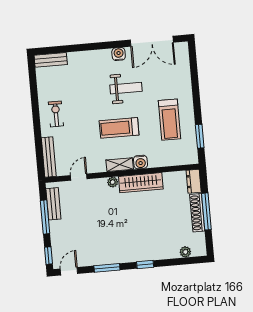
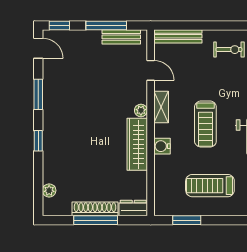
treadmill: (119, 128) -> (205, 124), turned 180
shelving: (120, 165) -> (161, 107), moved

